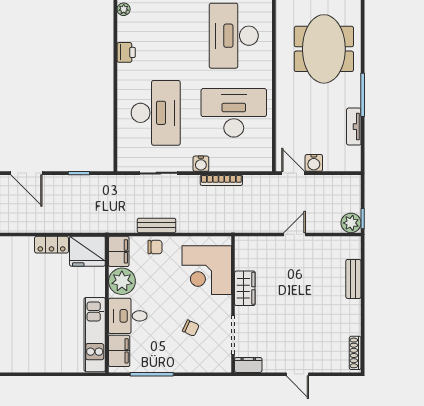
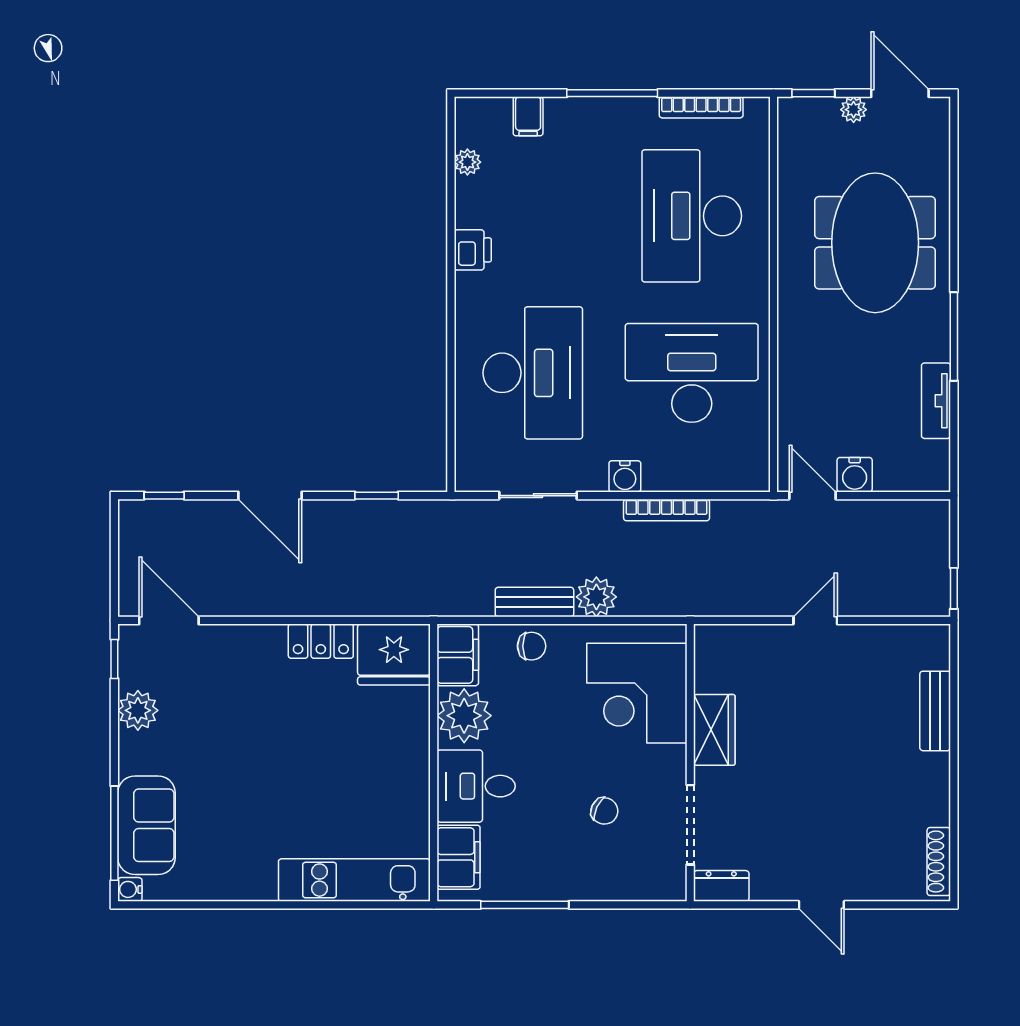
plant: (351, 223) -> (596, 597), moved
kitchen unit: (95, 335) -> (354, 880), moved, turned 90

